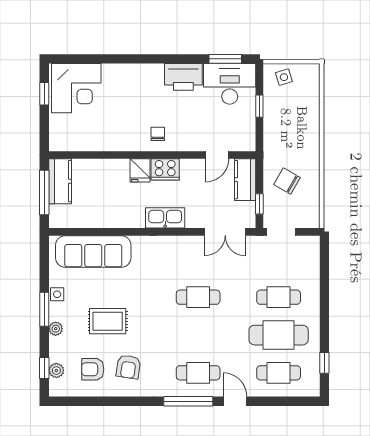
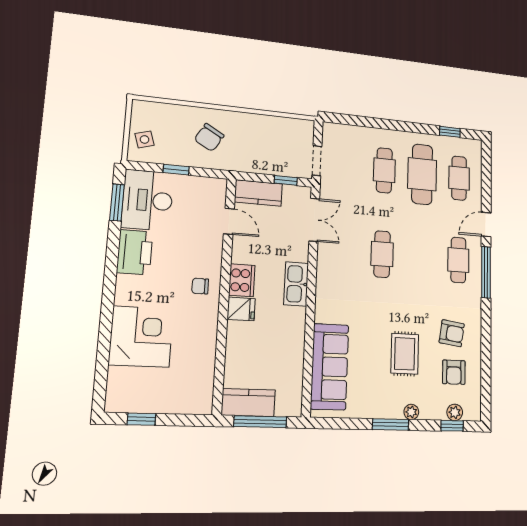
corner desk: (76, 88) -> (141, 337), moved
chair: (287, 181) -> (209, 137), moved
side table: (57, 294) -> (375, 409), removed

